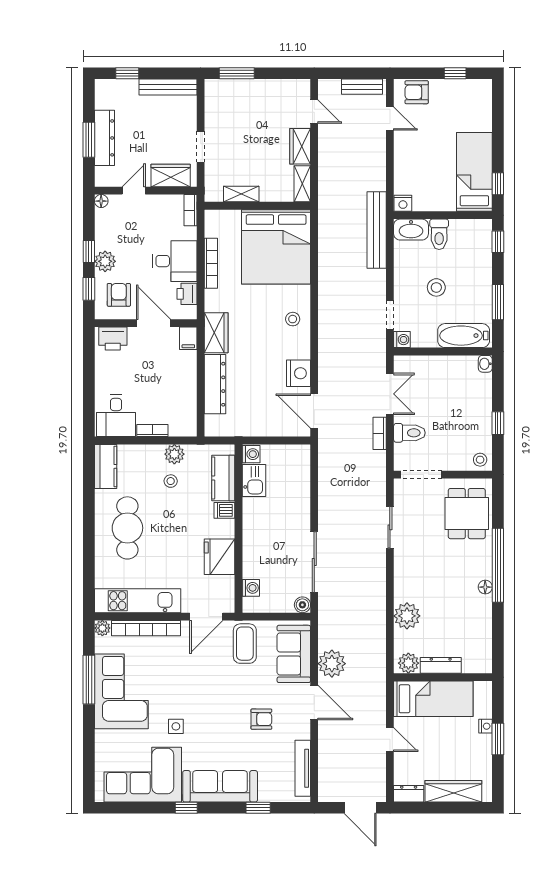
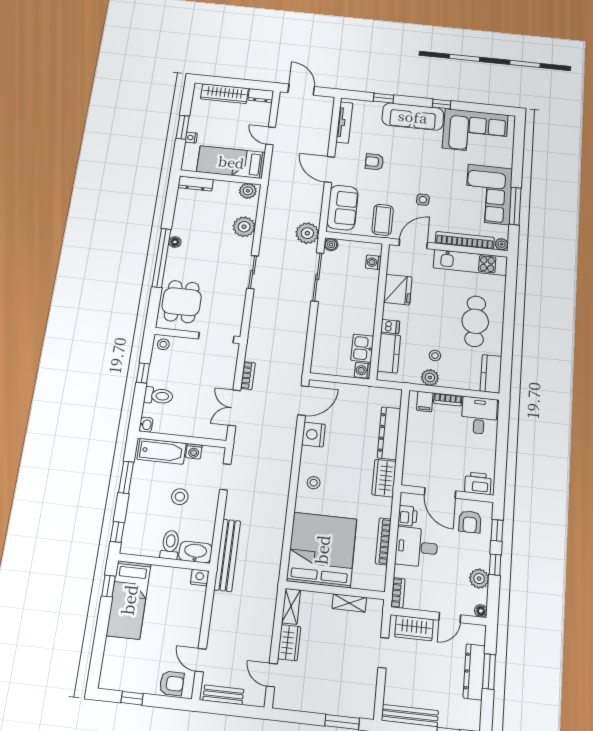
plant: (105, 261) -> (479, 579), moved
filing cabinet: (188, 338) -> (425, 402), moved, turned 180
washing machine: (402, 340) -> (194, 451), moved, turned -90
door: (314, 411) -> (303, 401), hinge flipped
toilet: (409, 433) -> (158, 396), moved, turned 180
sliding door: (390, 527) -> (253, 272), moved
plant: (332, 664) -> (307, 233), moved
dresser: (441, 665) -> (196, 184), moved
side table: (176, 726) -> (423, 200), moved

